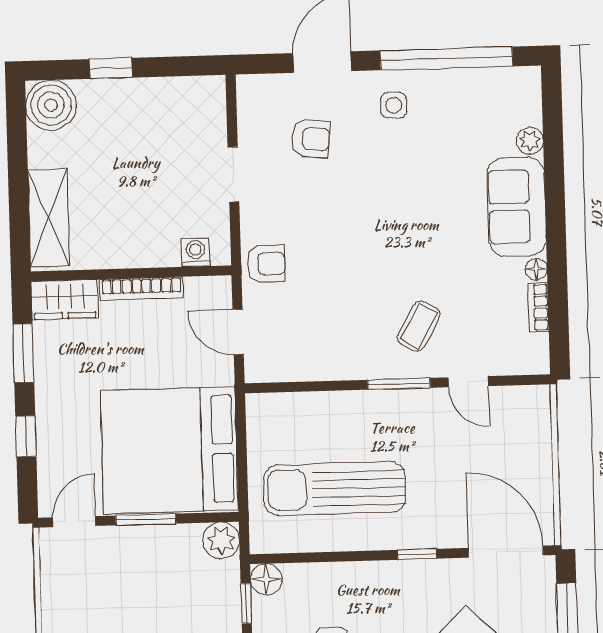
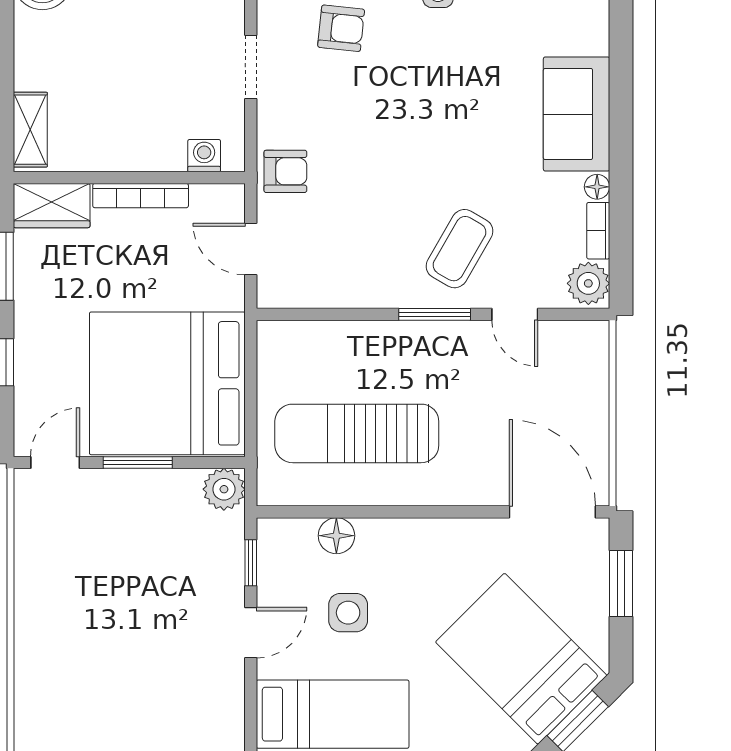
plant: (530, 141) -> (588, 283), moved, width x1.38, depth x1.38
shelving: (49, 218) -> (30, 130), width x0.67, depth x0.75
coffee table: (419, 326) -> (459, 249), width x1.36, depth x1.30
window: (417, 554) -> (450, 512), removed
floor lamp: (266, 579) -> (336, 536), moved

